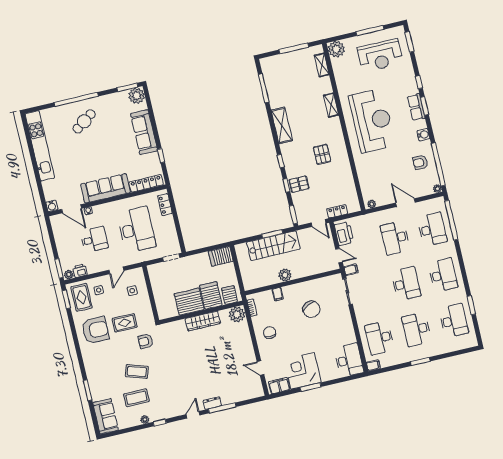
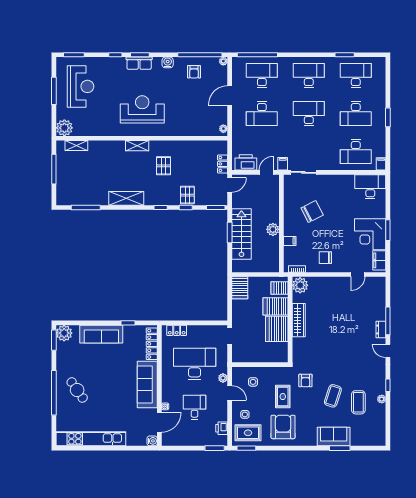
shelving: (331, 105) -> (137, 146), moved
reception desk: (372, 121) -> (142, 109), width x0.74, depth x0.77
pallet: (322, 154) -> (164, 166), turned 90
plant: (69, 275) -> (223, 378), moved
sofa: (106, 416) -> (334, 437), moved

